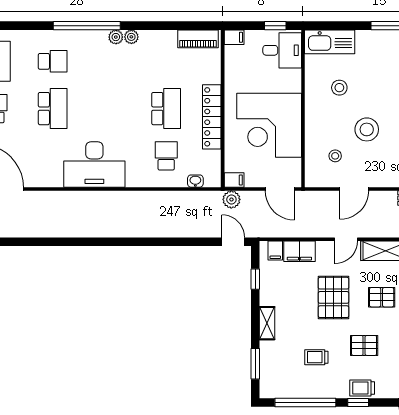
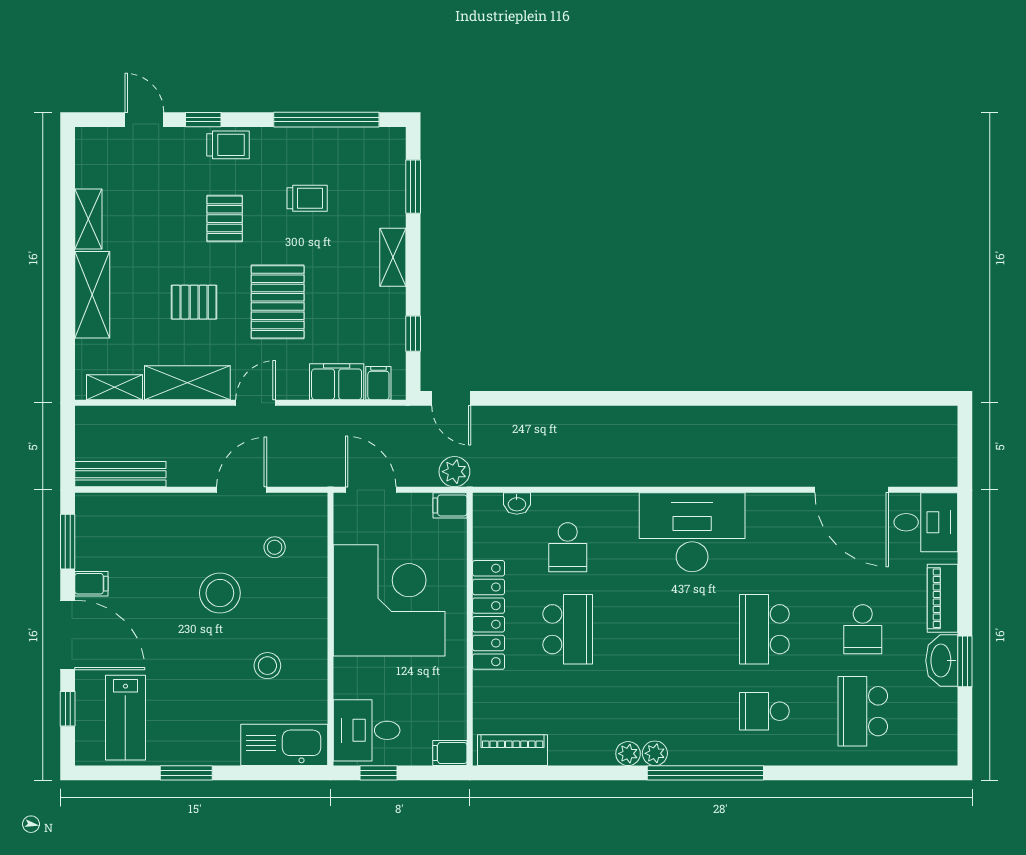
school desk: (166, 109) -> (568, 629), turned 180
pallet: (364, 345) -> (225, 219), turned 90
window: (358, 403) -> (203, 120), moved

